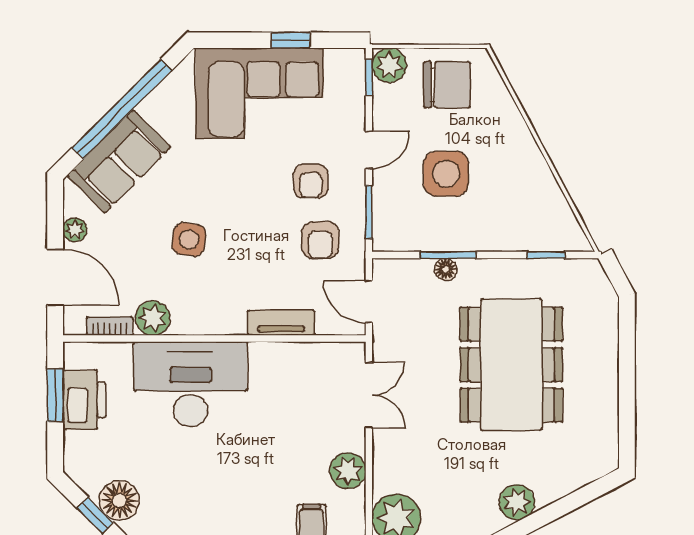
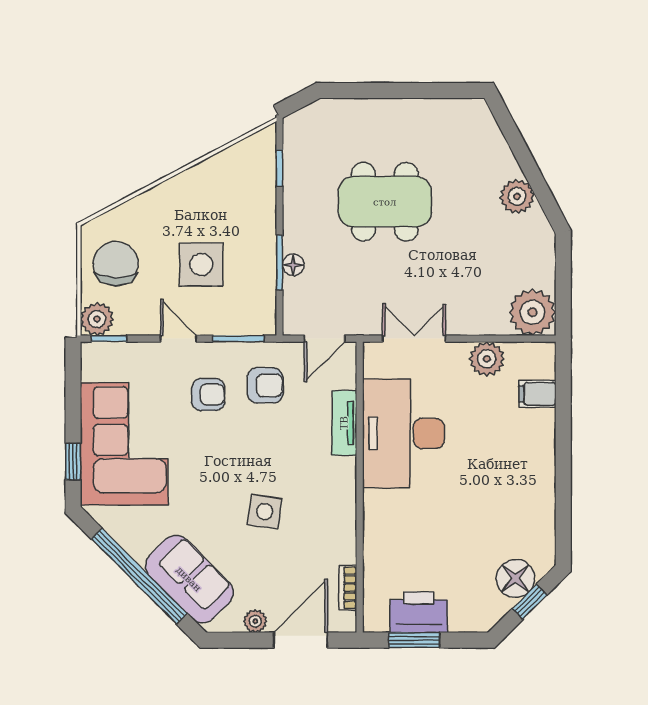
window: (291, 40) -> (73, 461), moved
plant: (153, 318) -> (340, 546), removed
dining table: (511, 365) -> (385, 202), width x0.73, depth x0.80
desk: (191, 384) -> (404, 433), moved

